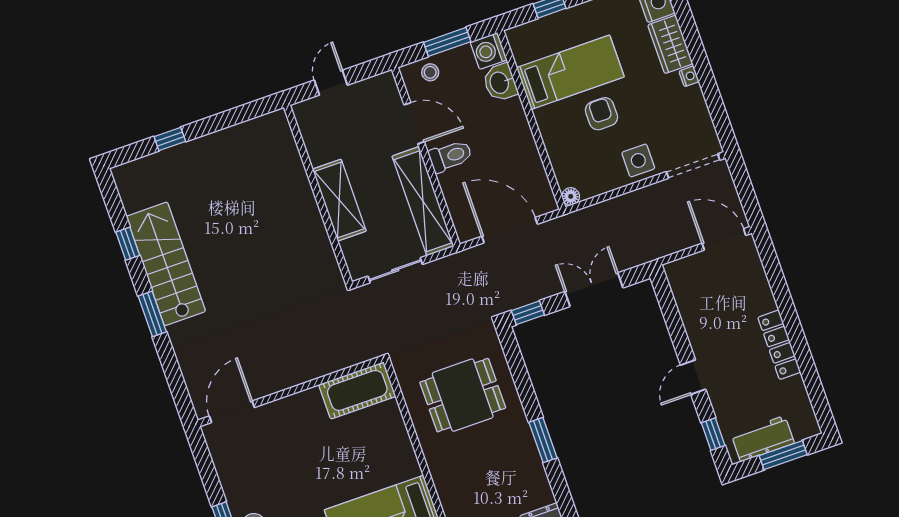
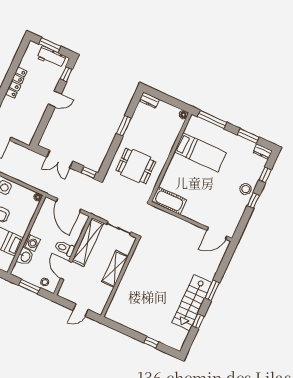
washing machine: (489, 51) -> (32, 243), moved

